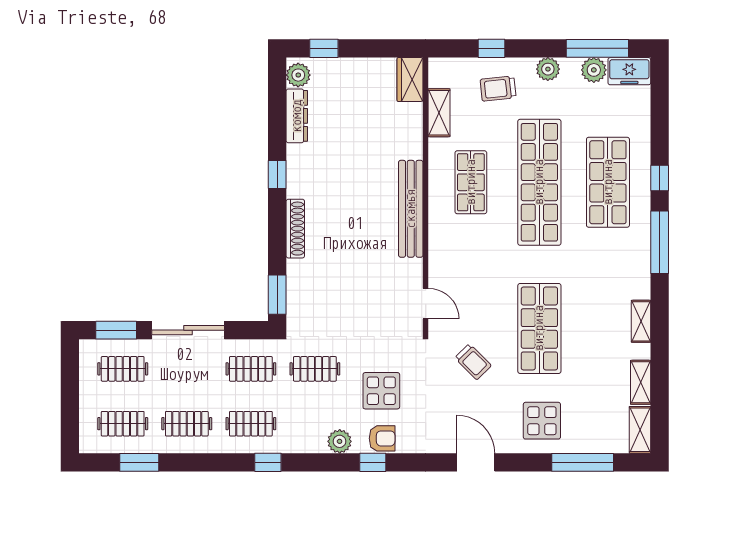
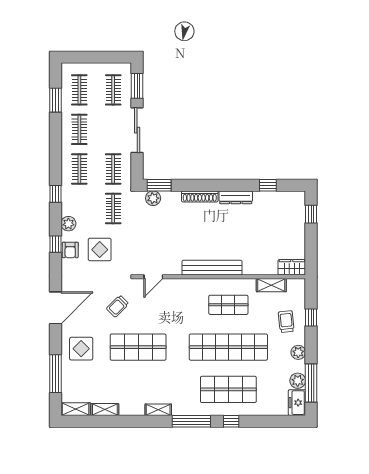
plant: (298, 75) -> (153, 198), moved
dresser: (297, 116) -> (236, 197), moved
window: (277, 175) -> (268, 185), moved
shelving: (641, 321) -> (158, 410), moved
window: (268, 462) -> (55, 194), moved
door: (476, 462) -> (55, 308), width x1.36

